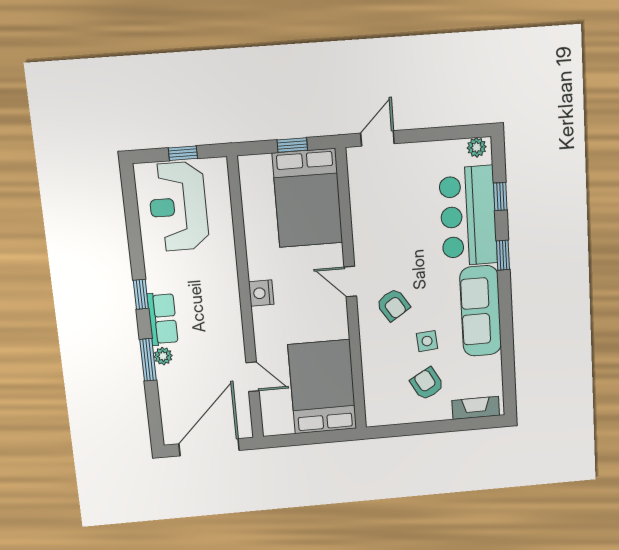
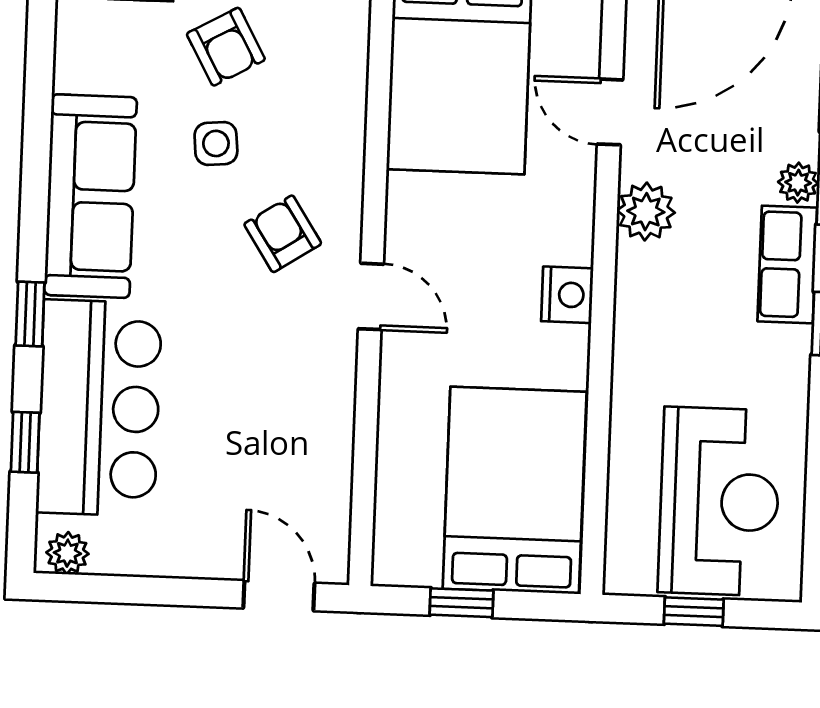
door: (377, 138) -> (279, 596), swing flipped
bed: (308, 198) -> (515, 490), moved
plant: (230, 335) -> (646, 212), added

